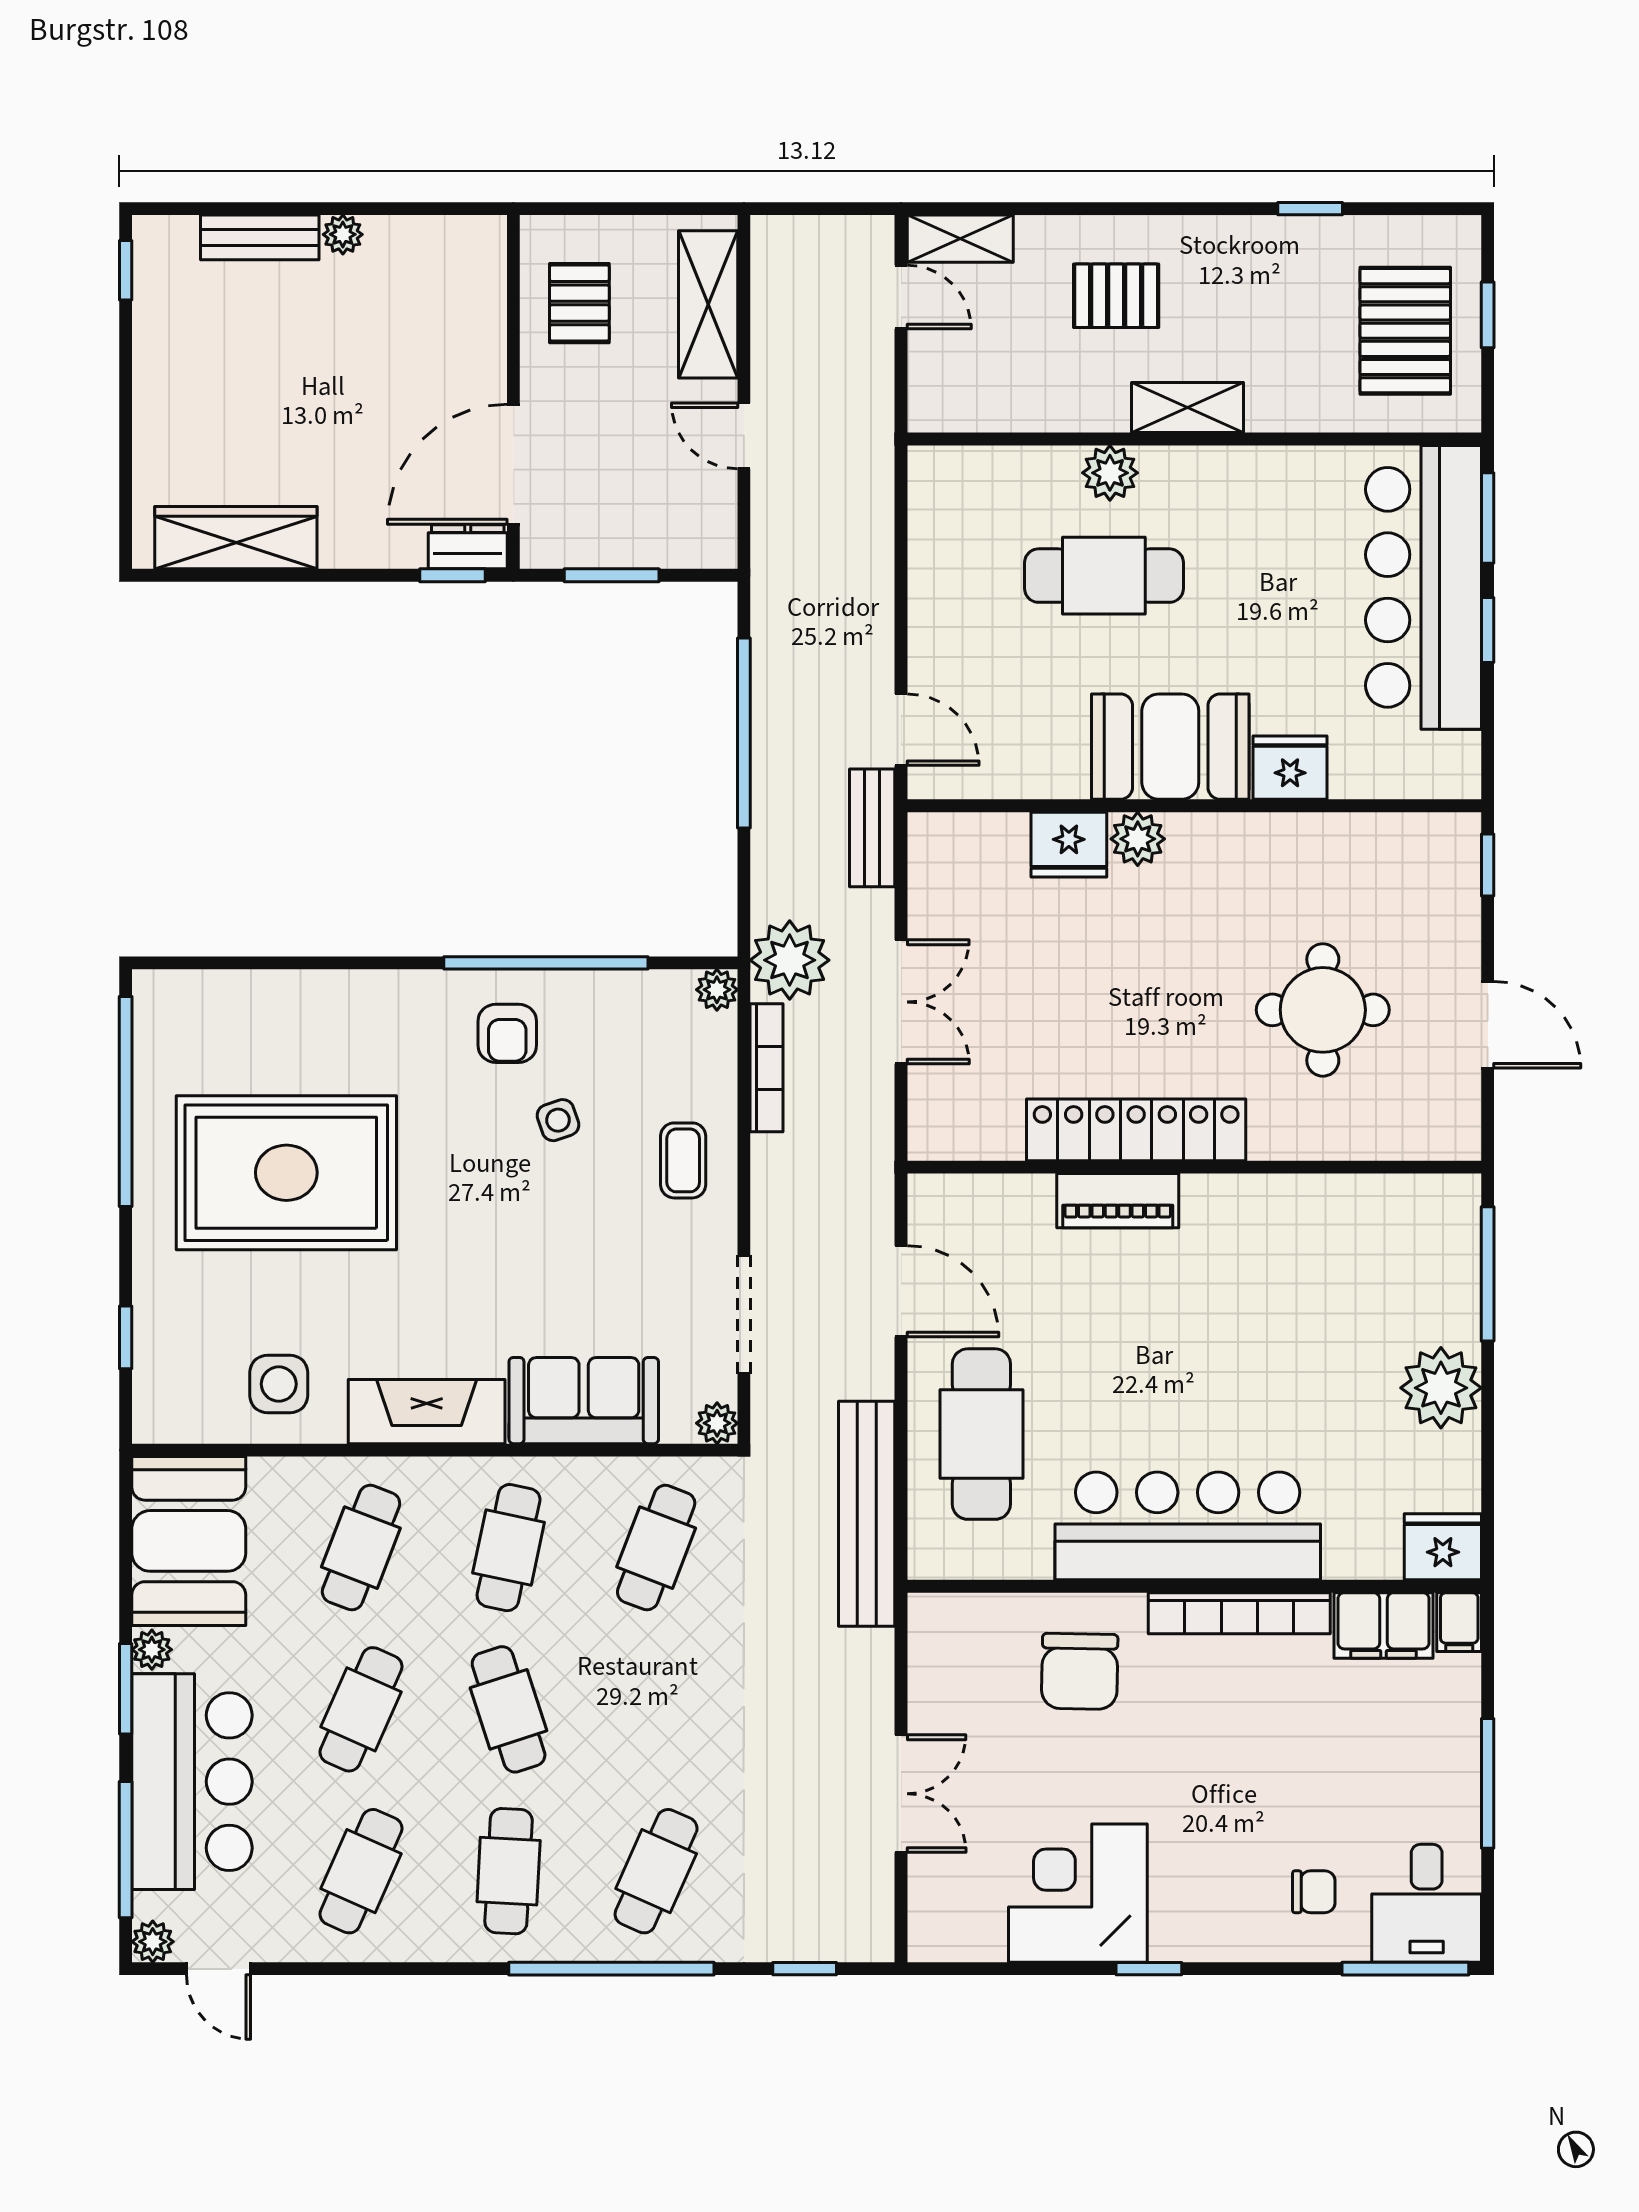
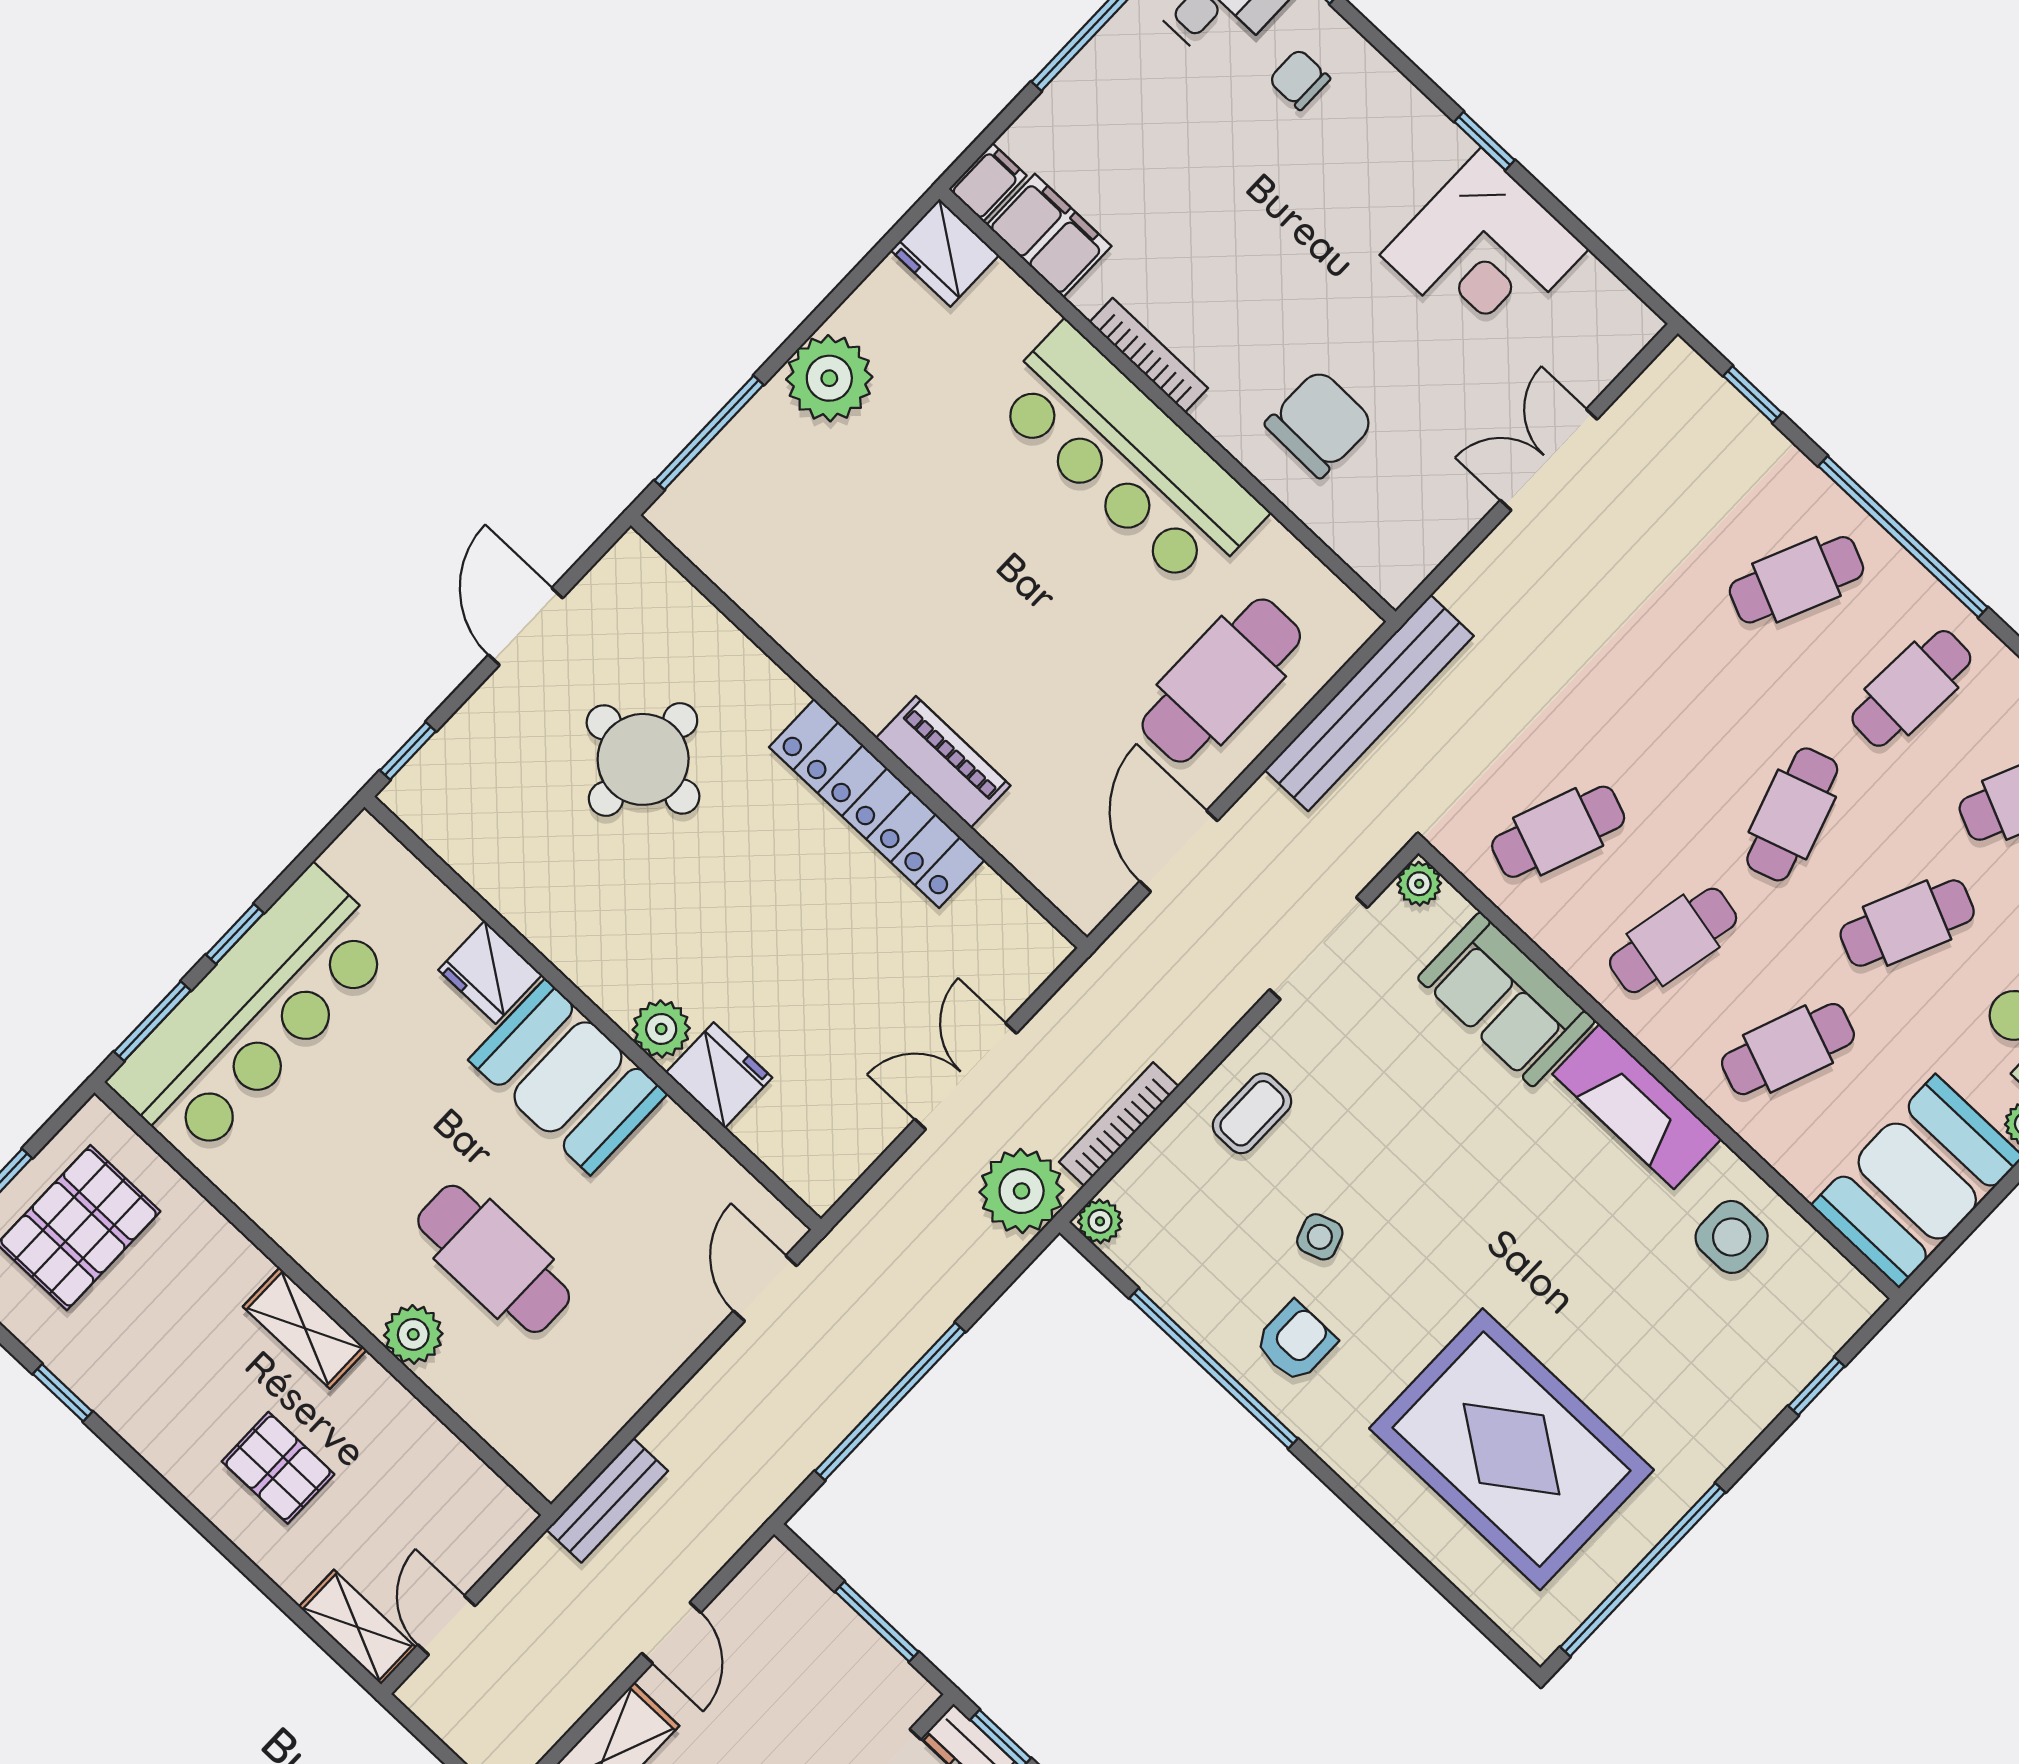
bench: (872, 828) -> (607, 1500), moved
rug: (286, 1173) -> (1511, 1449), moved
bookcase: (1239, 1613) -> (1149, 355), width x0.68, depth x0.76

